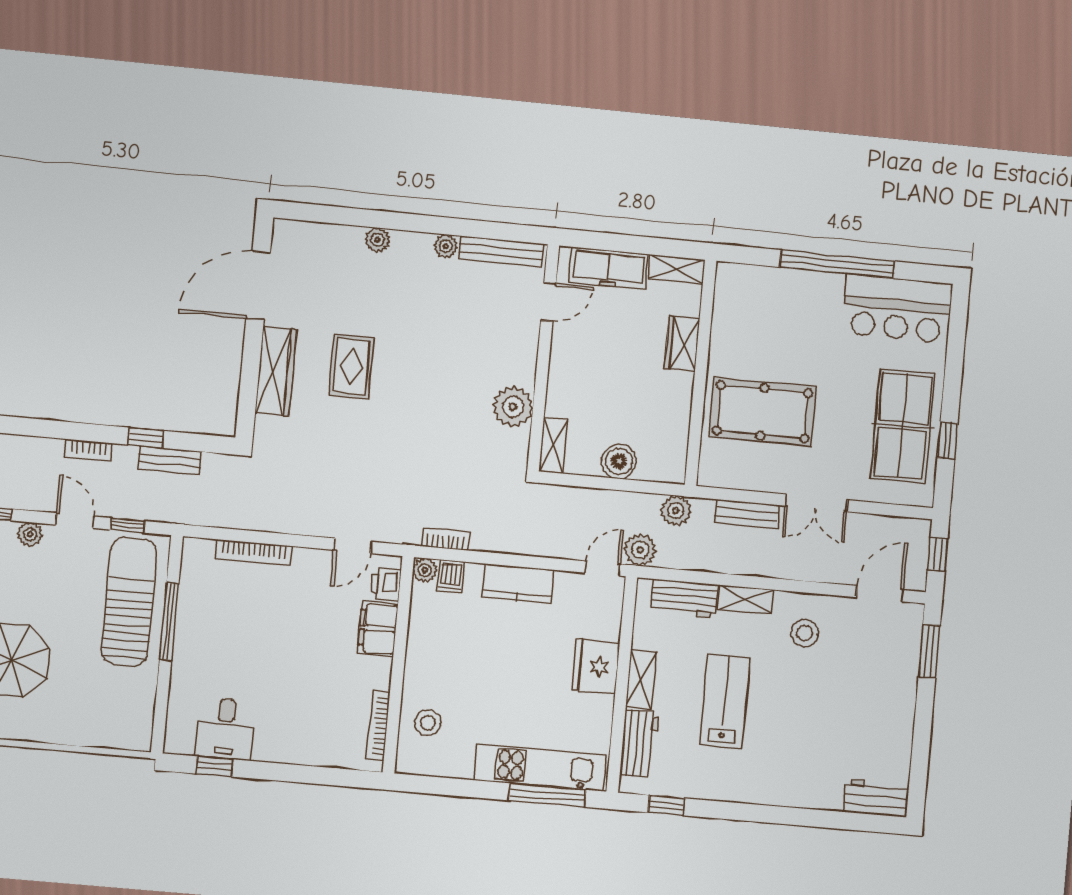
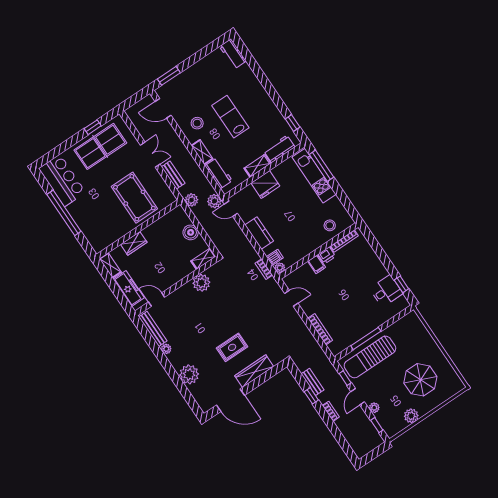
plant: (377, 240) -> (189, 374), width x1.87, depth x1.87
window: (938, 554) -> (134, 99), removed
printer: (386, 584) -> (327, 255), moved
filing cabinet: (378, 629) -> (317, 264), width x0.50
lab bench: (725, 702) -> (230, 117), moved, turned 90

